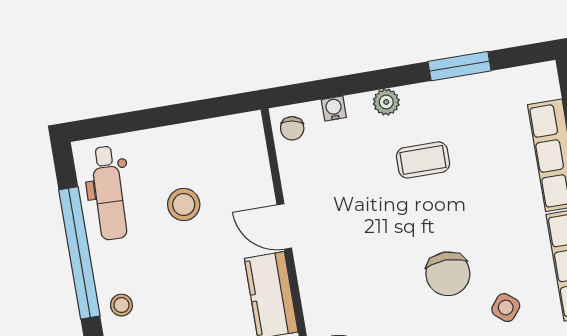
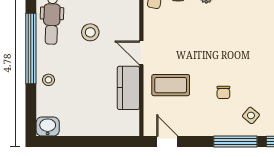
coffee table: (423, 160) -> (171, 85), moved, width x1.36, depth x1.30
chair: (448, 274) -> (223, 92), width x0.54, depth x0.54

